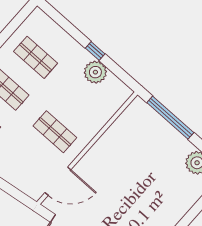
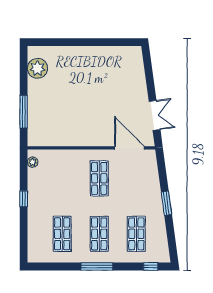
plant: (95, 72) -> (33, 162), moved, width x0.53, depth x0.53
window: (170, 118) -> (24, 112), width x0.68

